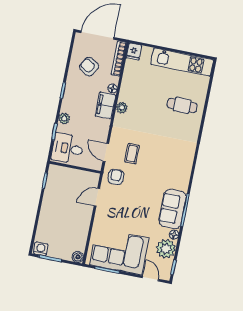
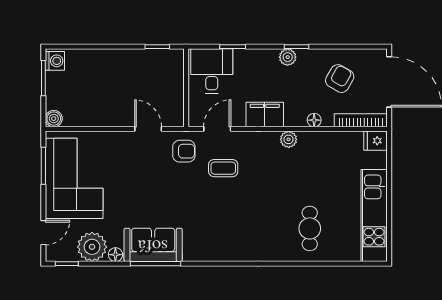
filing cabinet: (105, 105) -> (265, 114), moved
plant: (64, 119) -> (288, 57), moved

